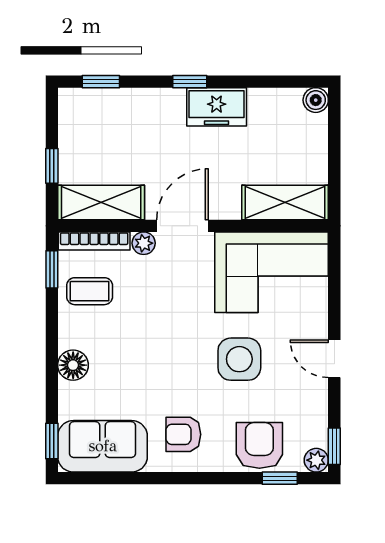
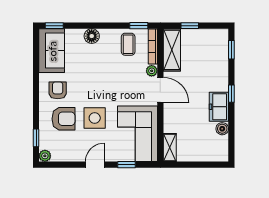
boiler: (316, 100) -> (222, 129), moved
shelving: (285, 202) -> (170, 148), width x0.67, depth x0.75
armchair: (259, 445) -> (64, 119), moved
window: (334, 446) -> (127, 165), moved

